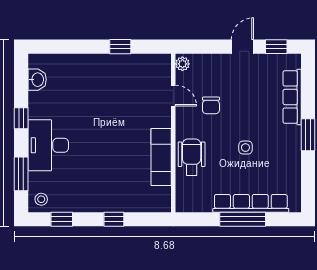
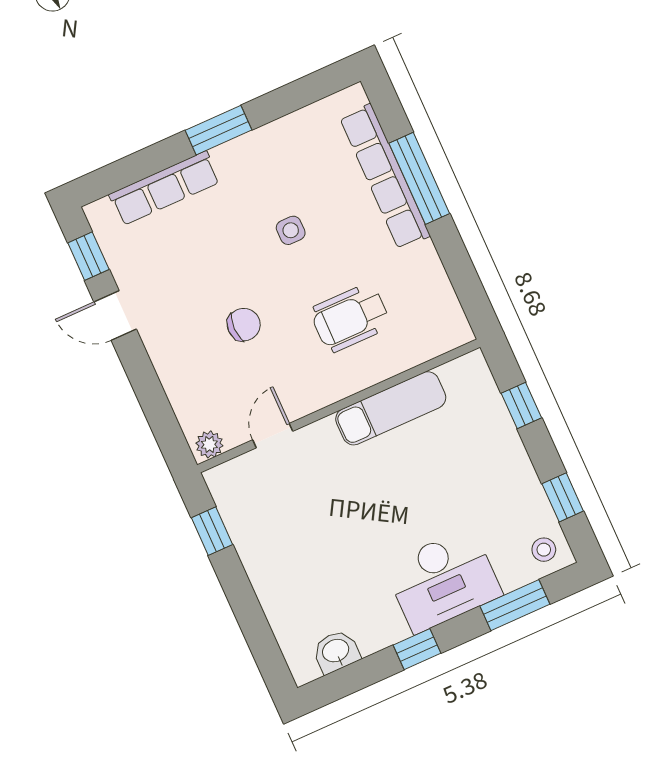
plant: (182, 64) -> (209, 444), moved
door: (173, 96) -> (273, 436), moved
wall: (173, 133) -> (339, 406), moved
exam couch: (161, 157) -> (391, 408), moved

